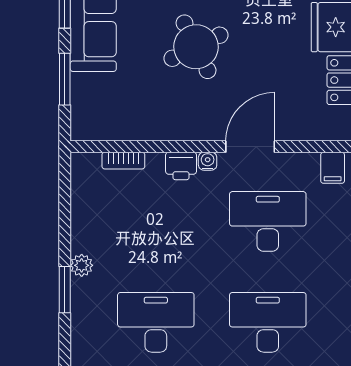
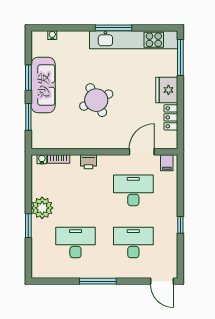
door: (250, 147) -> (142, 152), moved
water cooler: (208, 161) -> (42, 159), moved
plant: (82, 265) -> (42, 208), width x1.87, depth x1.87

